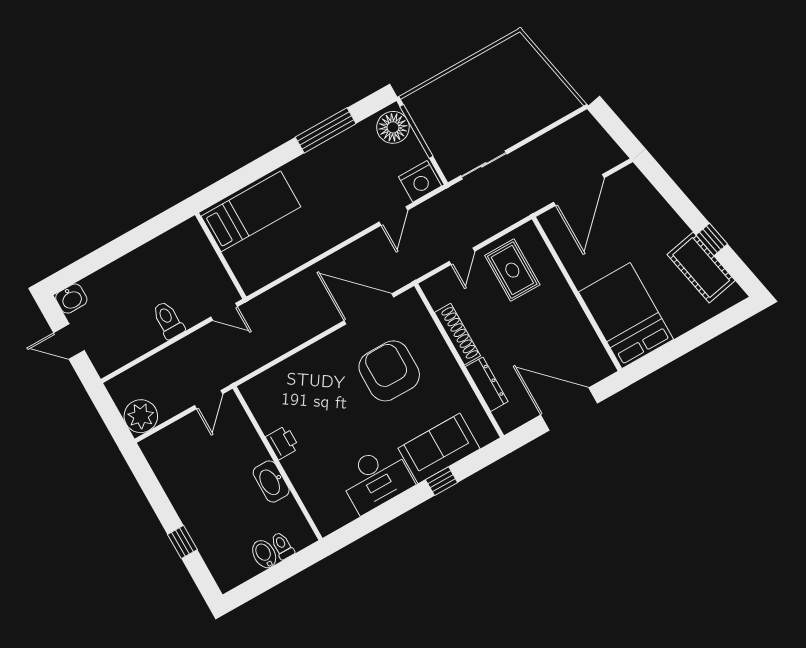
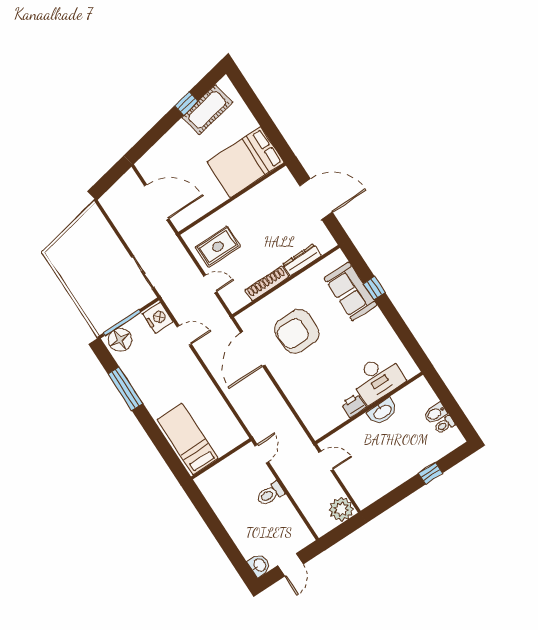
door: (569, 409) -> (316, 199), swing flipped
desk: (376, 479) -> (377, 378), moved, turned 90
toilet: (282, 546) -> (444, 425), moved

